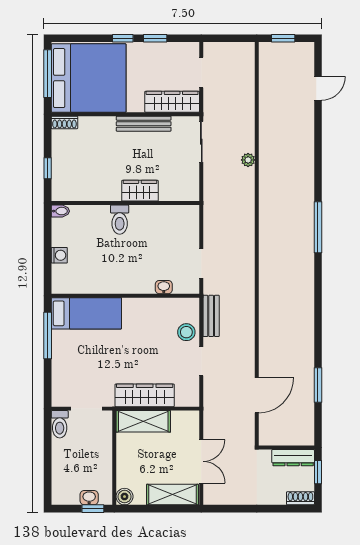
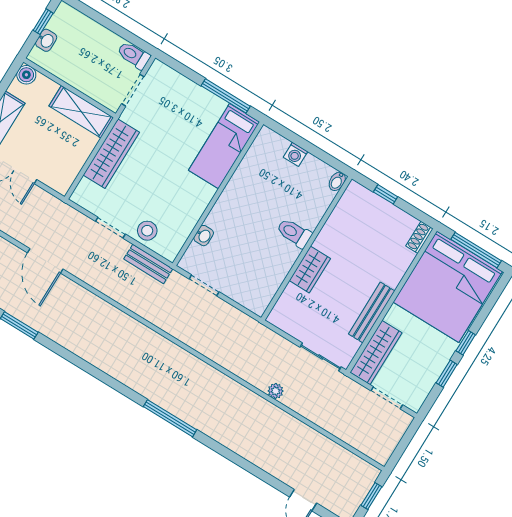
shelving: (143, 421) -> (81, 112), moved, turned 90
window: (93, 509) -> (43, 22), moved

